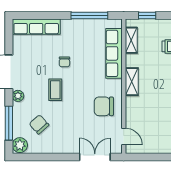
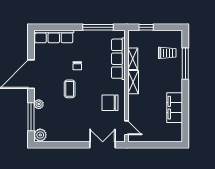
shelving: (131, 40) -> (133, 59), moved
plant: (18, 96) -> (39, 104), moved
chair: (39, 124) -> (56, 118), removed

